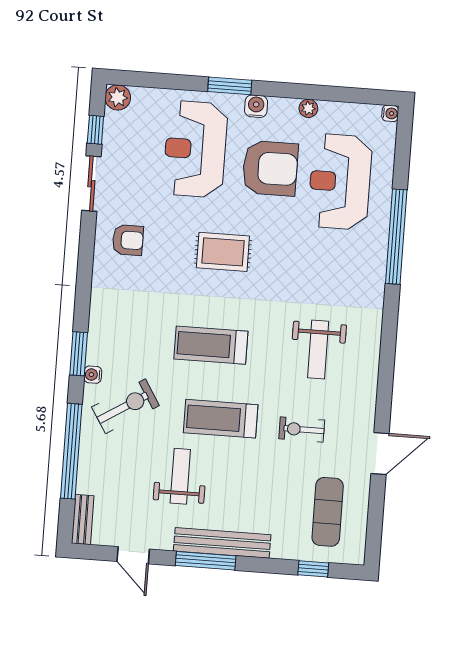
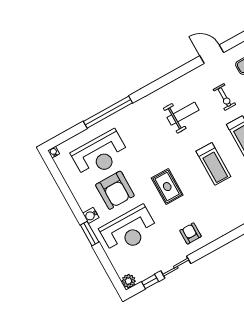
plant: (308, 108) -> (76, 191), removed
armchair: (270, 168) -> (115, 190), turned 180

